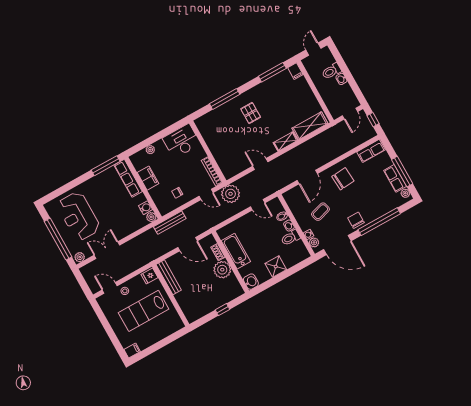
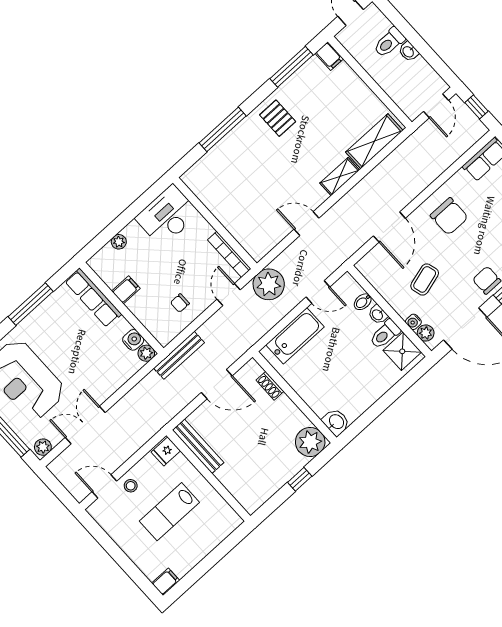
pallet: (251, 113) -> (278, 118), moved
window: (106, 166) -> (31, 304), moved
filing cabinet: (148, 178) -> (126, 290), width x0.50
chair: (343, 179) -> (449, 216), turned 94
door: (206, 194) -> (229, 295), swing flipped
bathtub: (236, 251) -> (295, 336), moved, turned 90
shower: (276, 267) -> (402, 351), moved
plant: (222, 270) -> (310, 442), moved
lab bench: (144, 311) -> (169, 512), width x0.73, depth x0.72

